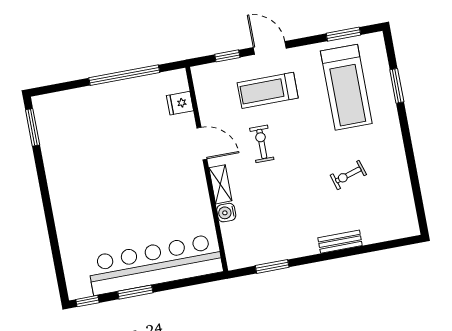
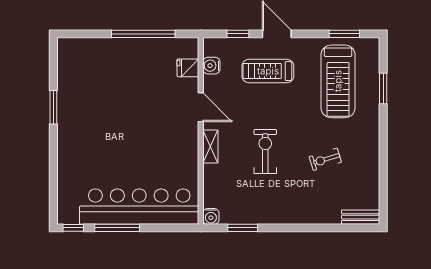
water cooler: (205, 96) -> (211, 66), added
window: (33, 127) -> (53, 107), moved
exercise bike: (262, 144) -> (265, 151), moved, width x1.38, depth x1.39
water cooler: (226, 213) -> (211, 216), moved, turned -90
bench: (340, 242) -> (361, 217), moved
window: (135, 292) -> (117, 228), width x1.44

